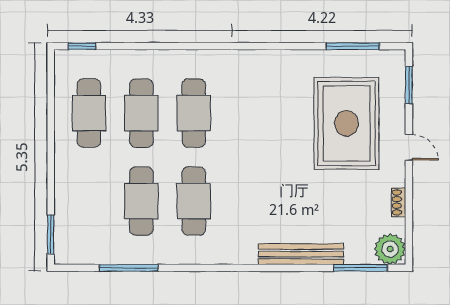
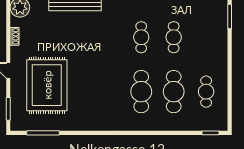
cafe table: (89, 113) -> (206, 92), width x0.73, depth x0.74
cafe table: (141, 201) -> (174, 37), width x0.73, depth x0.74
cafe table: (194, 201) -> (141, 37), width x0.73, depth x0.74

